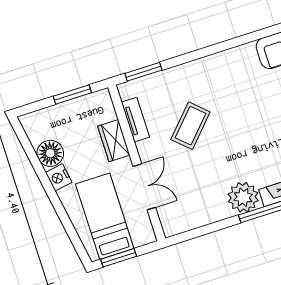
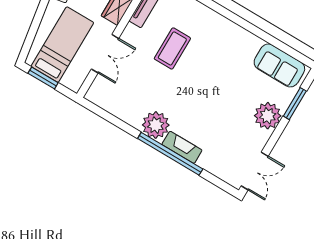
coffee table: (190, 126) -> (172, 48), turned -43

